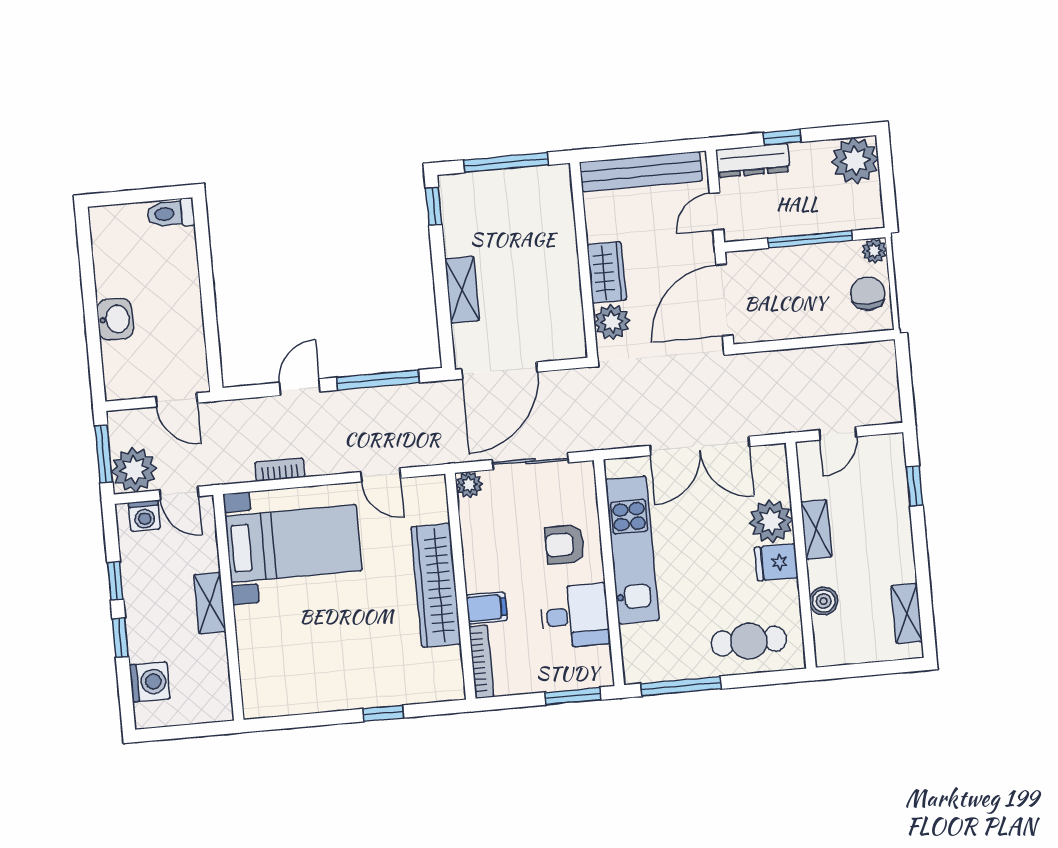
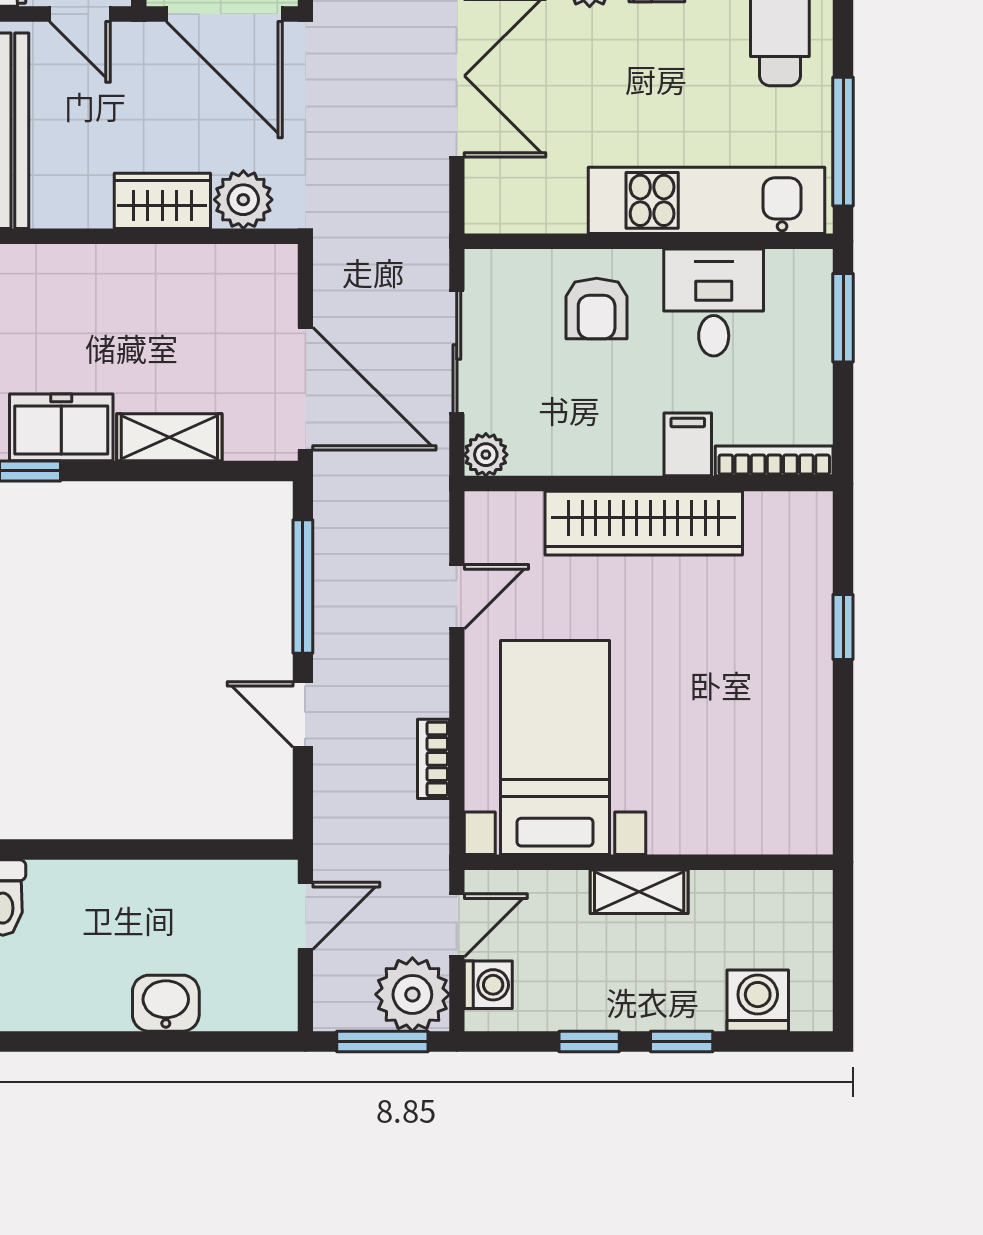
freezer: (462, 223) -> (61, 427), added
kitchen unit: (632, 550) -> (706, 200), moved

